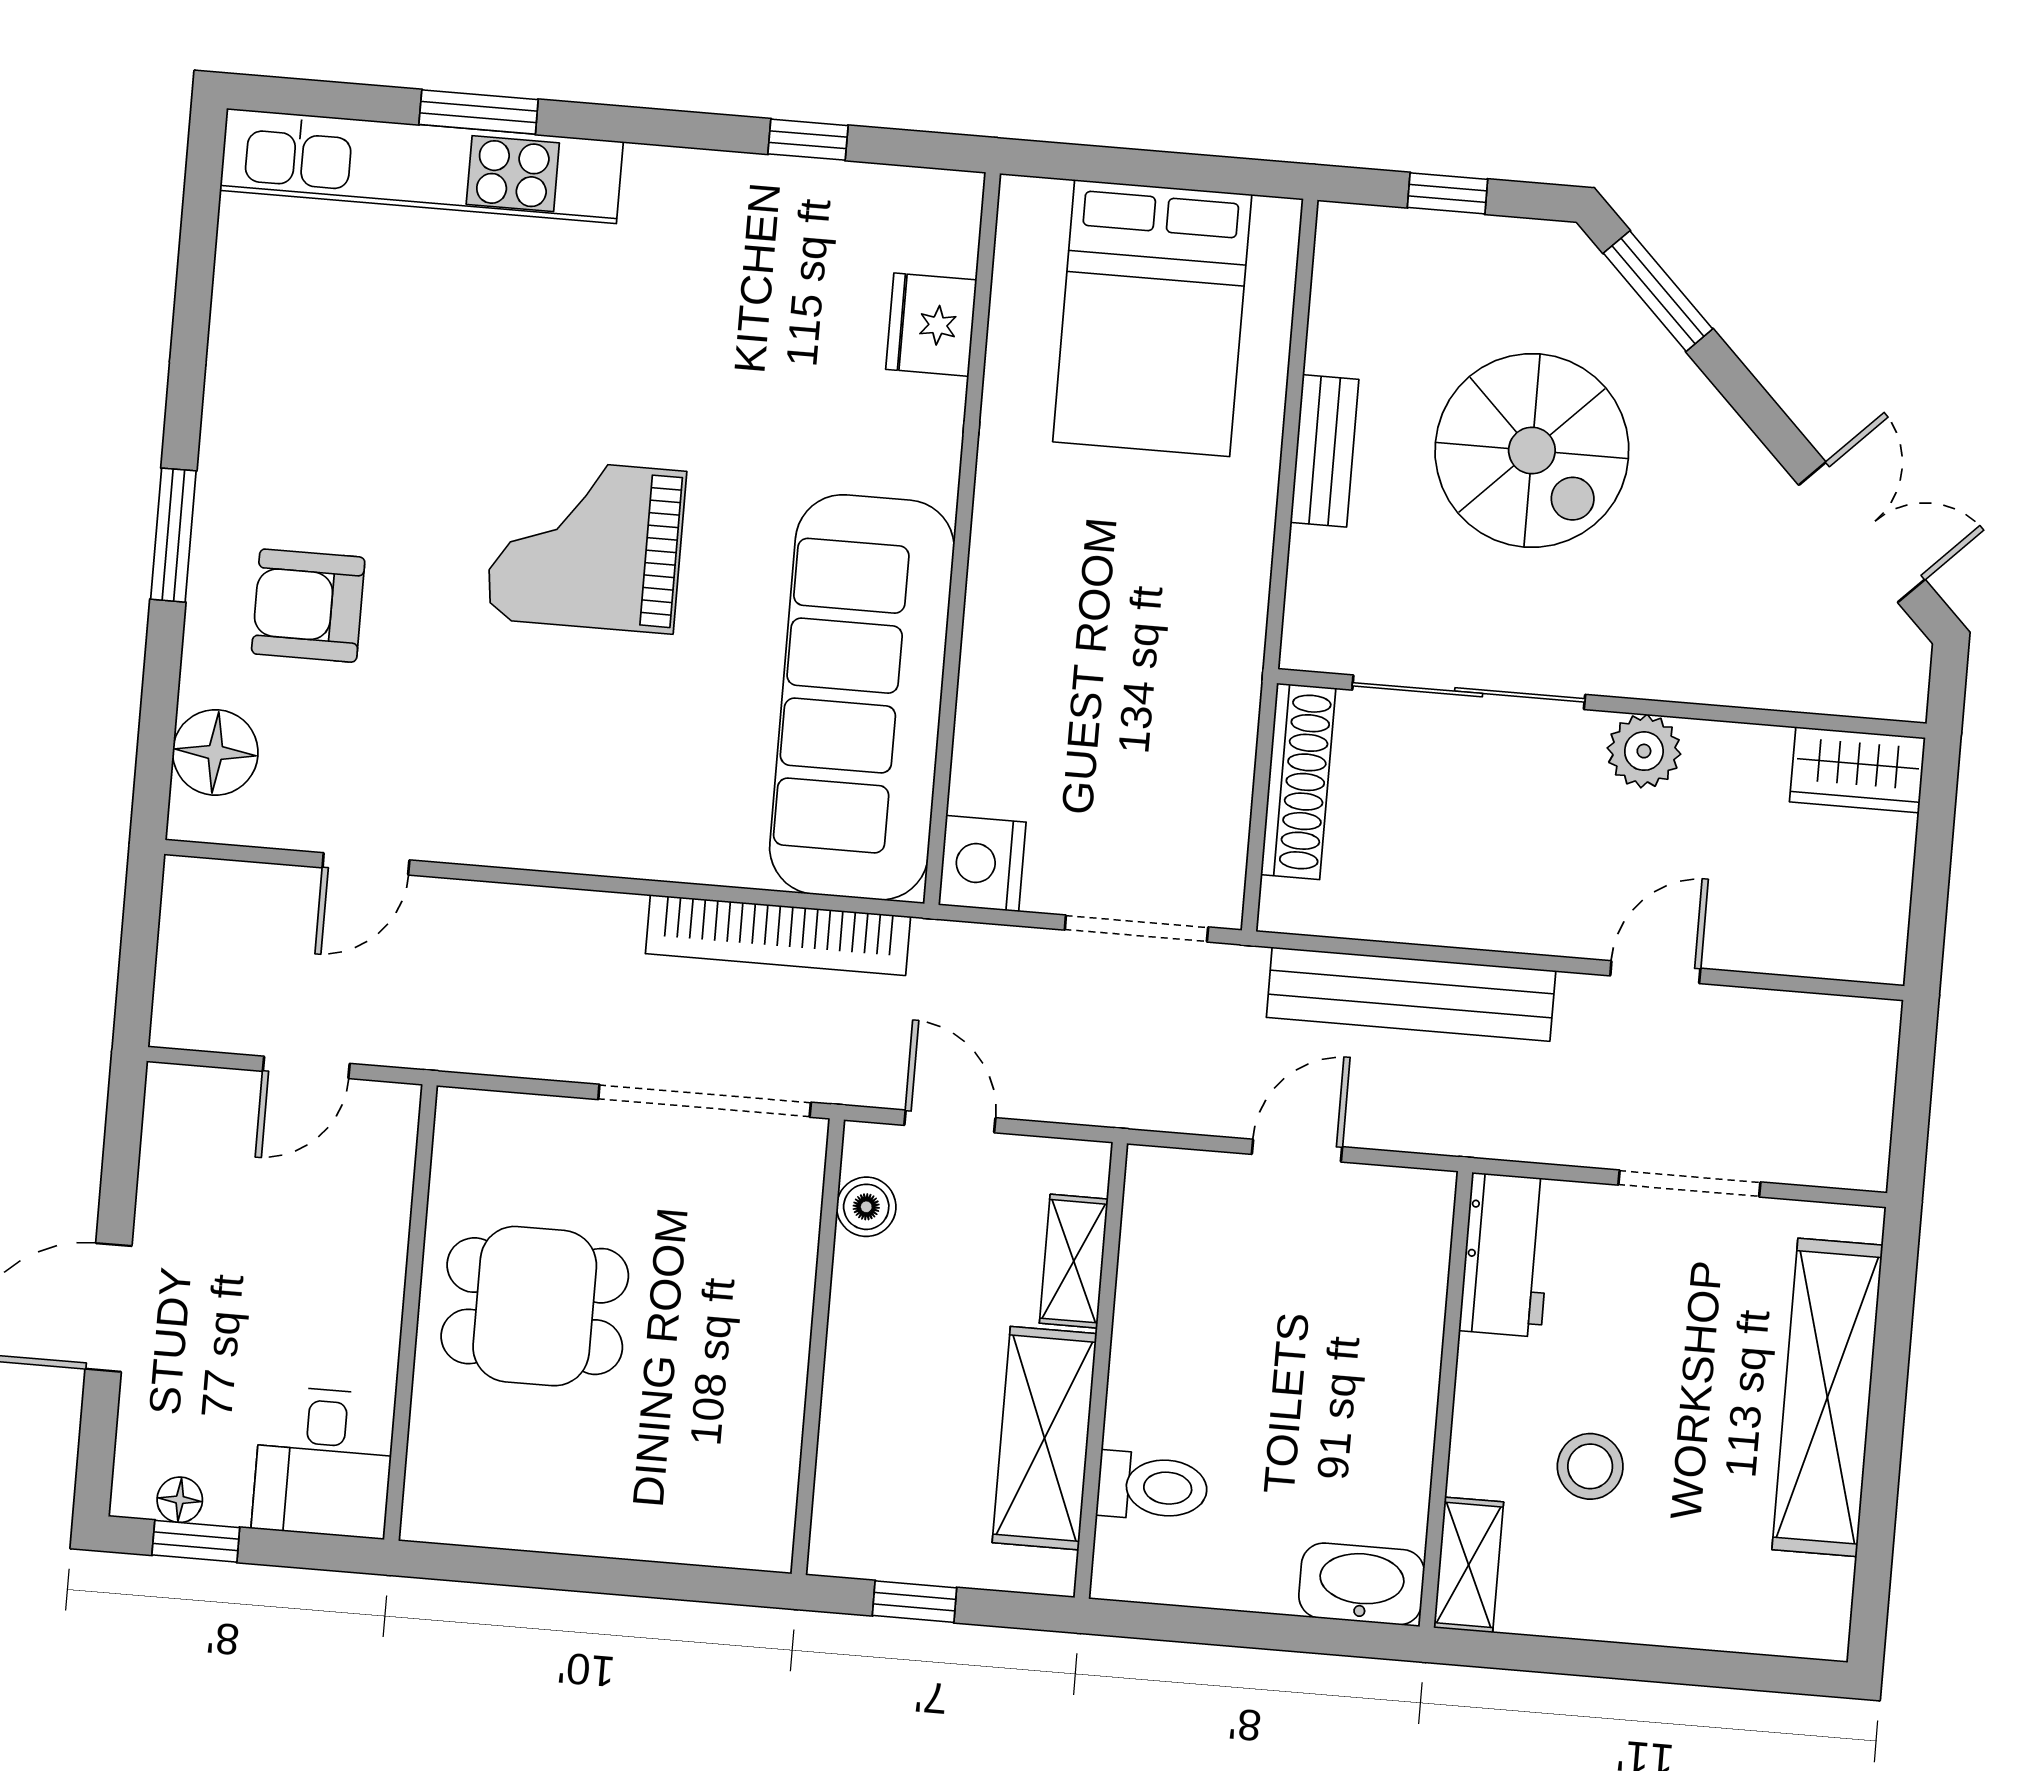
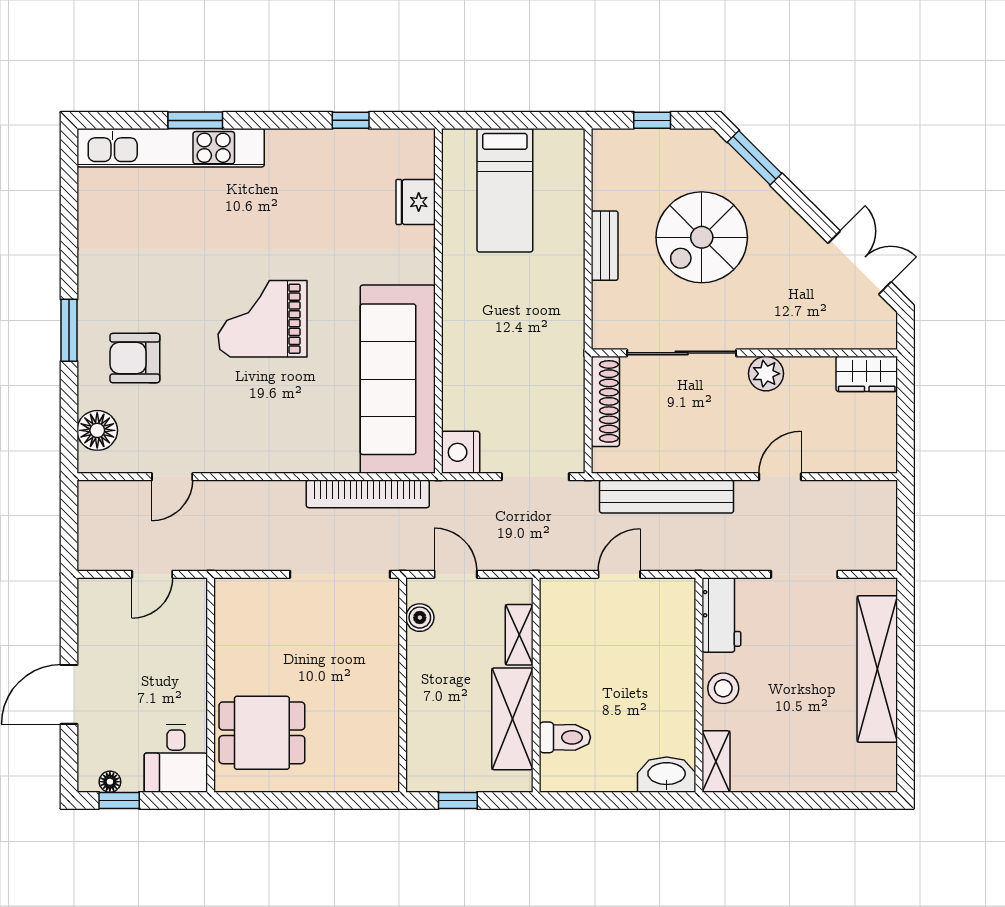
bed: (1152, 318) -> (505, 190), width x0.67
spiral stairs: (1532, 450) -> (702, 237), turned 90
dining table: (535, 1306) -> (262, 733), moved
stool: (1590, 1466) -> (723, 688), moved

